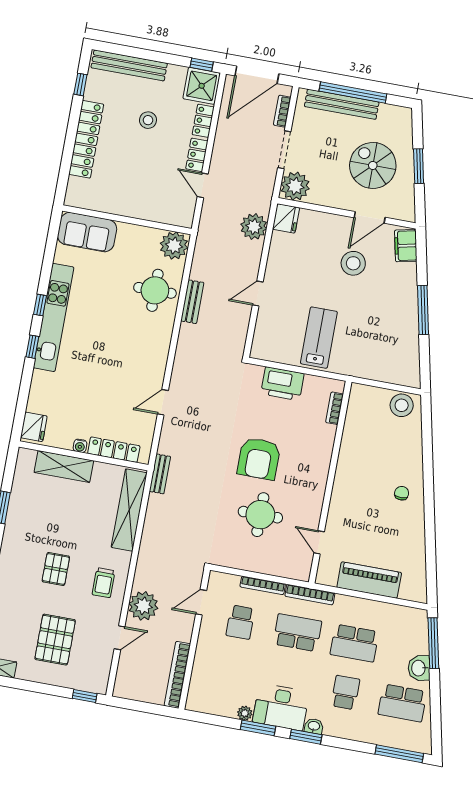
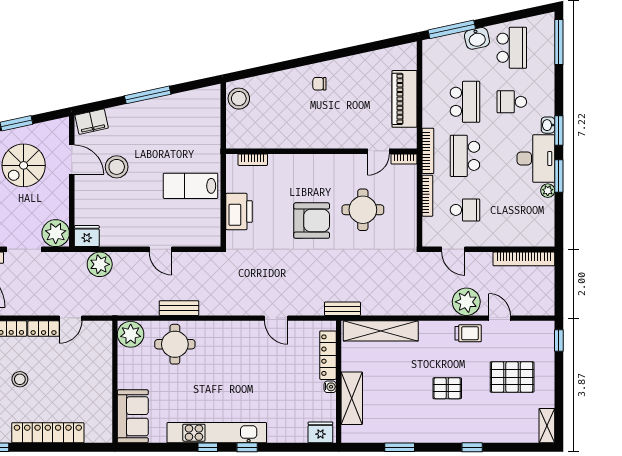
bookcase: (306, 568) -> (404, 159), added
trolley: (104, 583) -> (468, 333), moved

